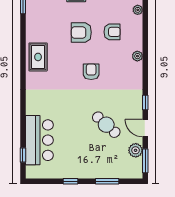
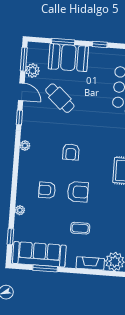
plant: (137, 56) -> (25, 146), moved
booth: (101, 166) -> (68, 58), added

